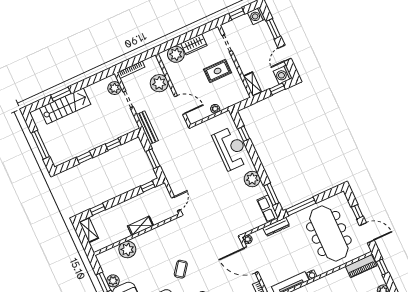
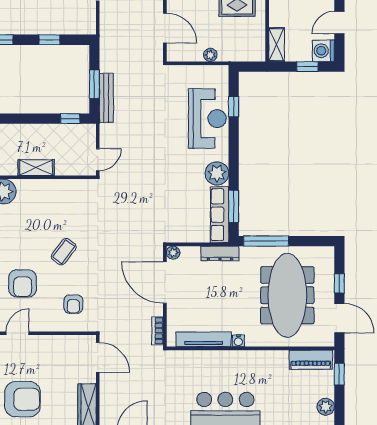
bench: (147, 128) -> (106, 98), moved
row of seats: (268, 209) -> (220, 215), width x1.48

